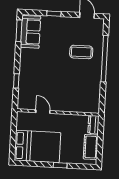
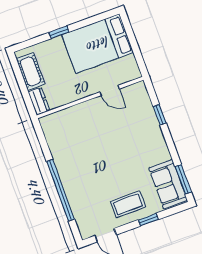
coffee table: (81, 52) -> (128, 204), moved

